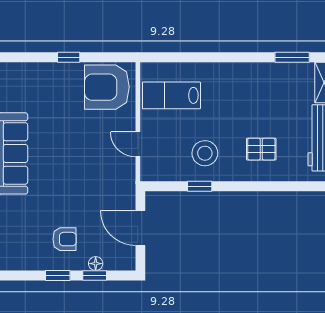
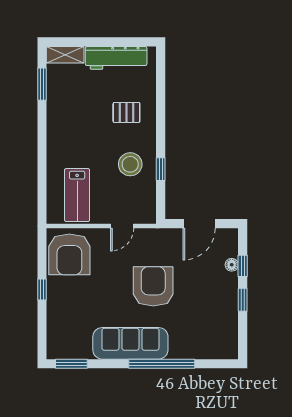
pallet: (261, 149) -> (126, 112), turned 90
armchair: (65, 239) -> (153, 286), moved, width x1.88, depth x1.88

